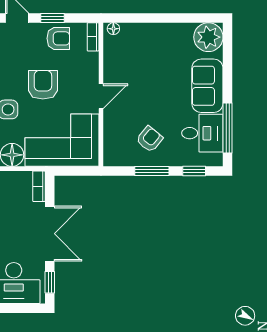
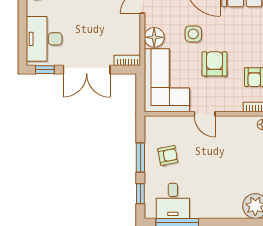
armchair: (43, 85) -> (214, 64), turned -90
sofa: (207, 86) -> (214, 205), removed
armchair: (150, 139) -> (168, 155), turned -50

